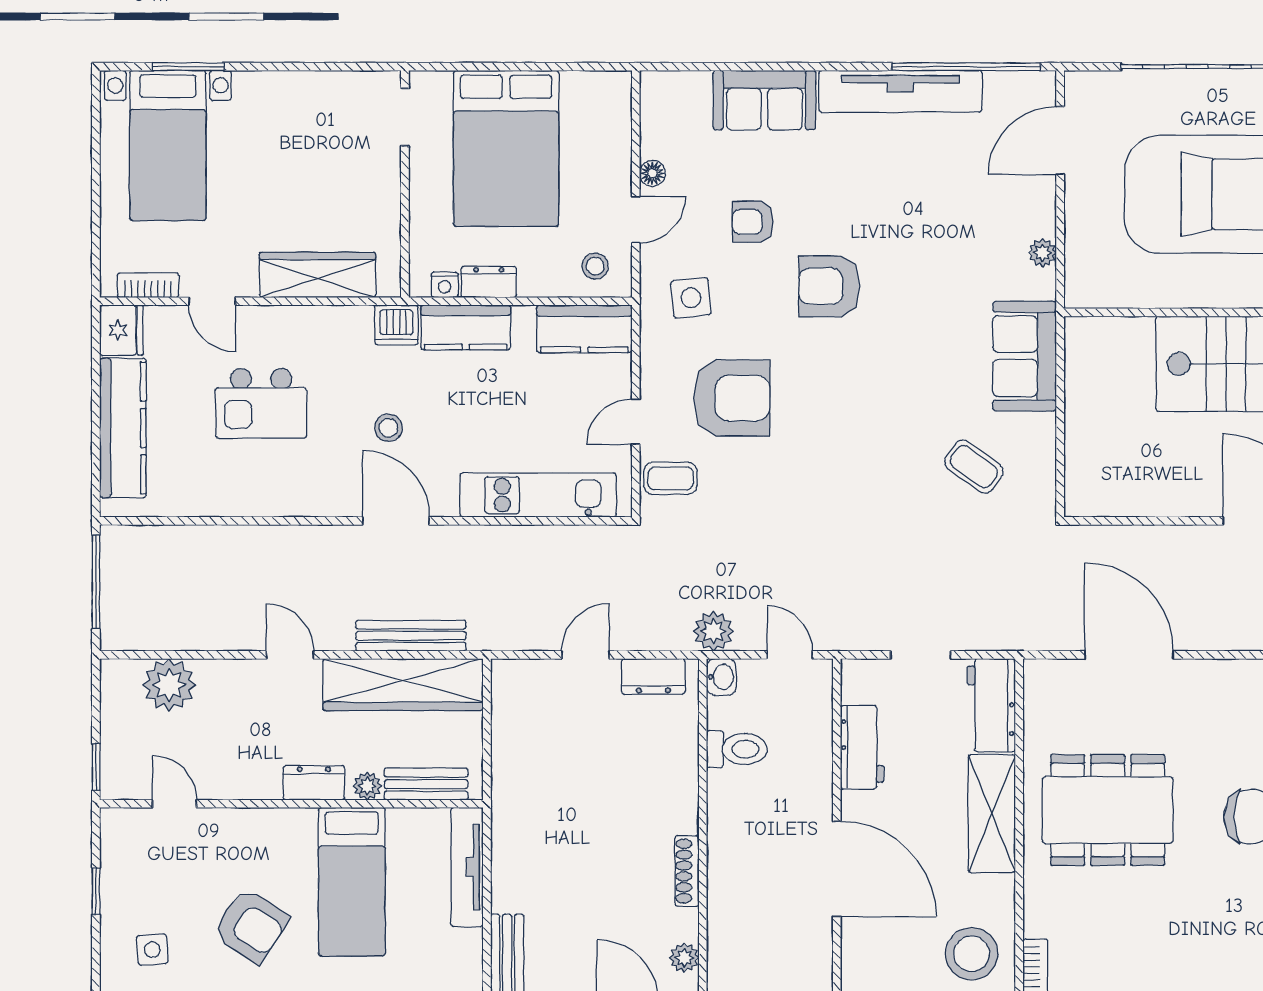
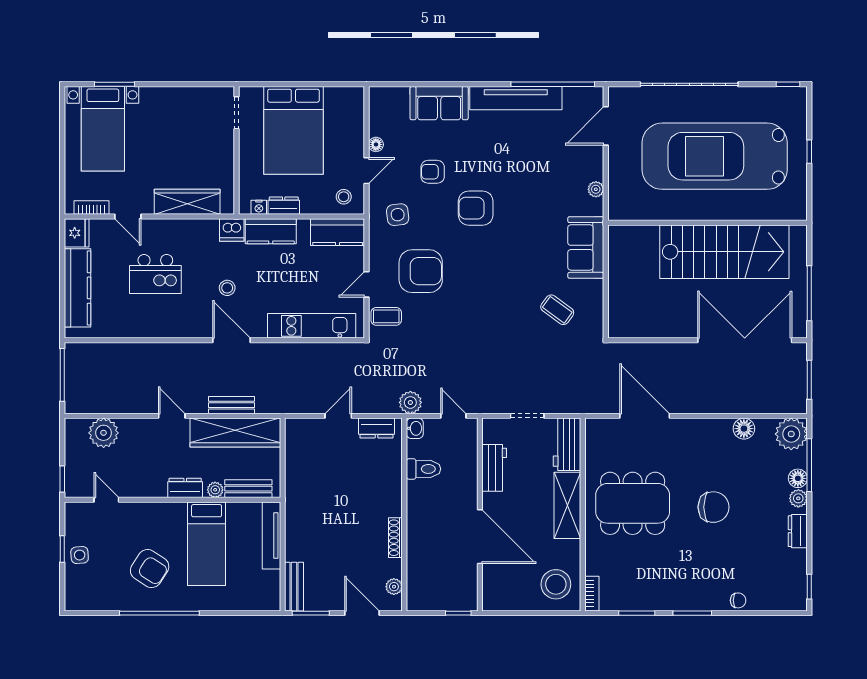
bench: (411, 636) -> (232, 405), width x0.73
side table: (152, 950) -> (80, 555), moved

